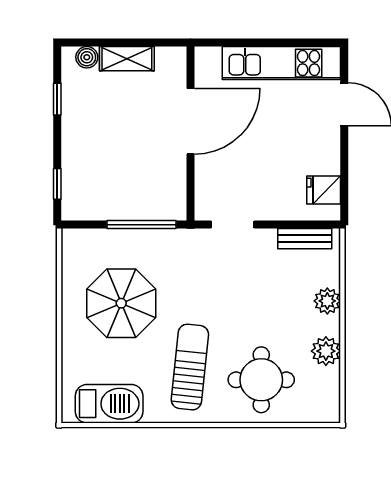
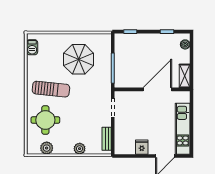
shelving: (127, 59) -> (185, 76), moved
door: (191, 121) -> (157, 89), swing flipped
fridge: (324, 190) -> (142, 147), moved
plant: (326, 351) -> (47, 148), moved
barbecue: (109, 404) -> (32, 47), width x0.53, depth x0.65

